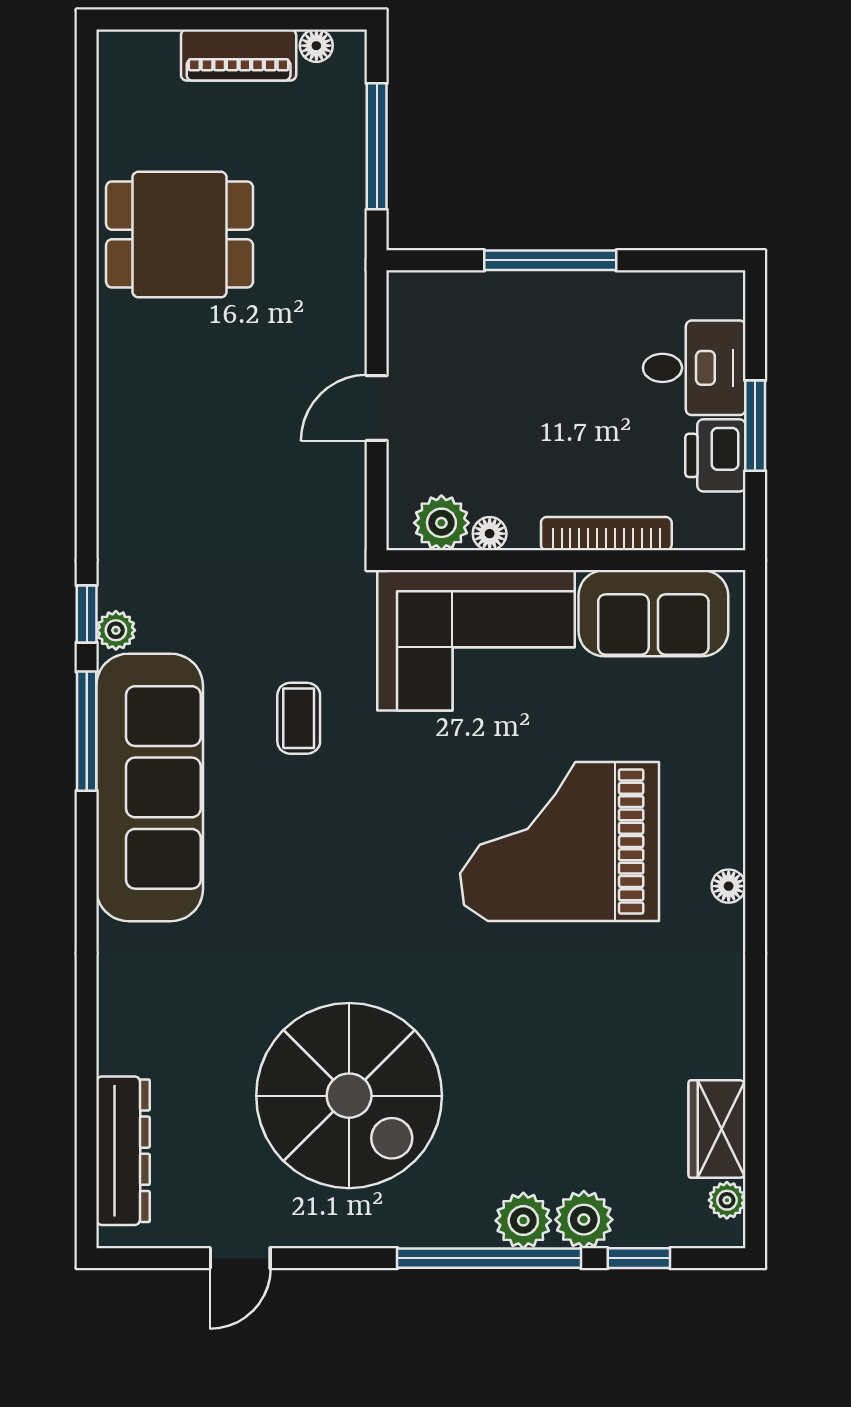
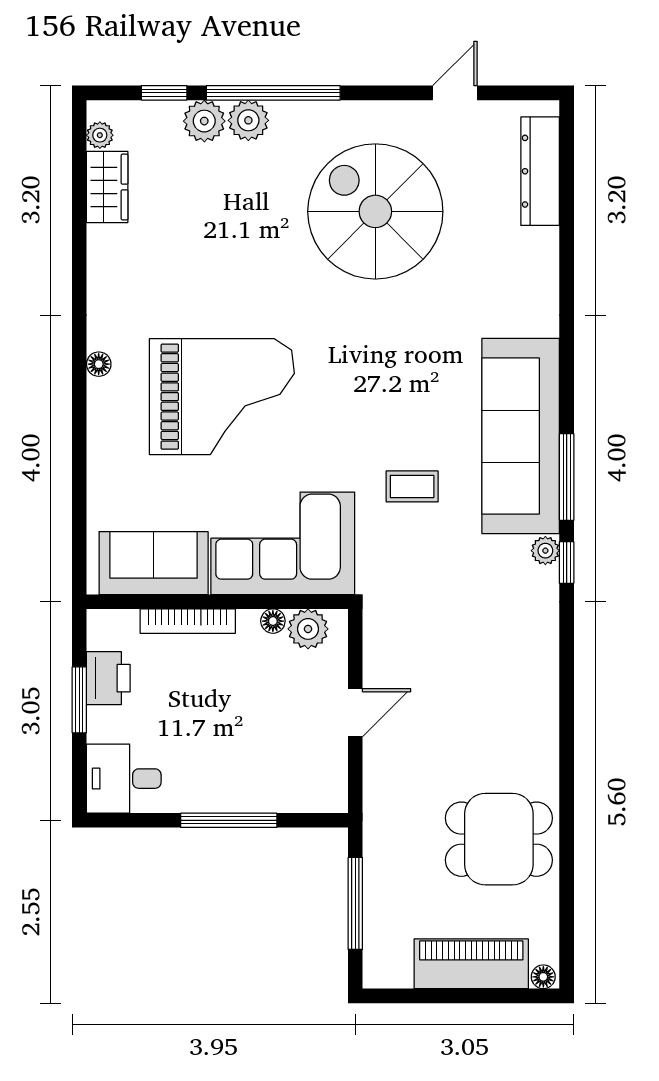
floor lamp: (316, 46) -> (543, 977), moved
piano: (239, 55) -> (471, 964), width x1.37, depth x1.33
desk: (694, 368) -> (124, 779), moved
coffee table: (299, 718) -> (412, 486), turned 90

